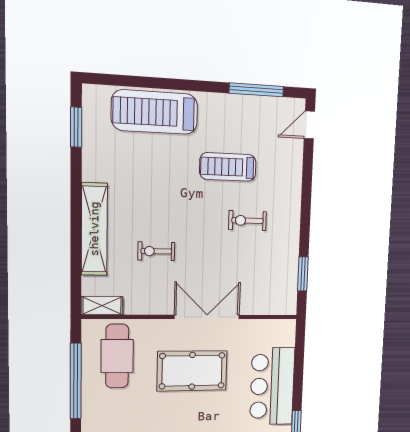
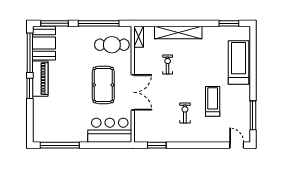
bar counter: (272, 386) -> (110, 130), moved

